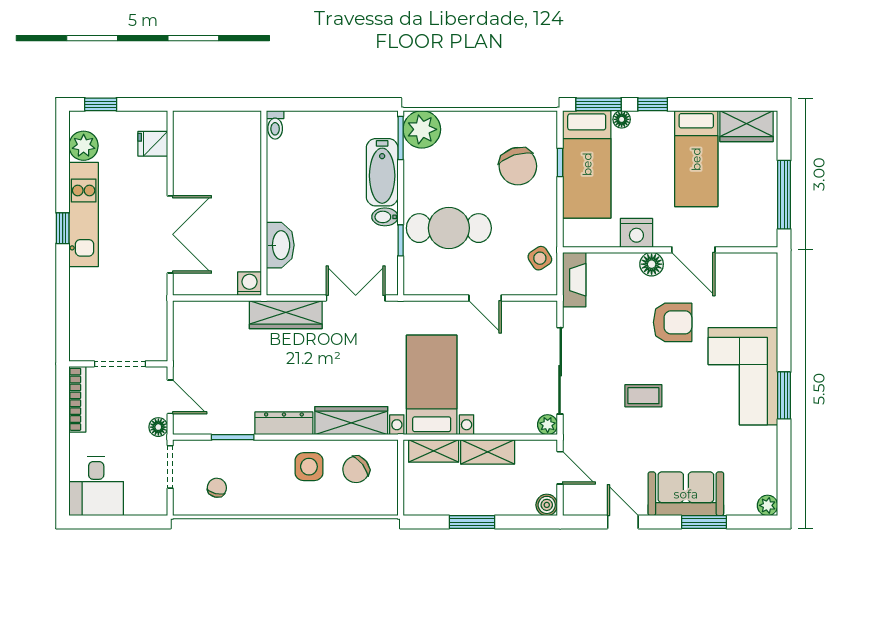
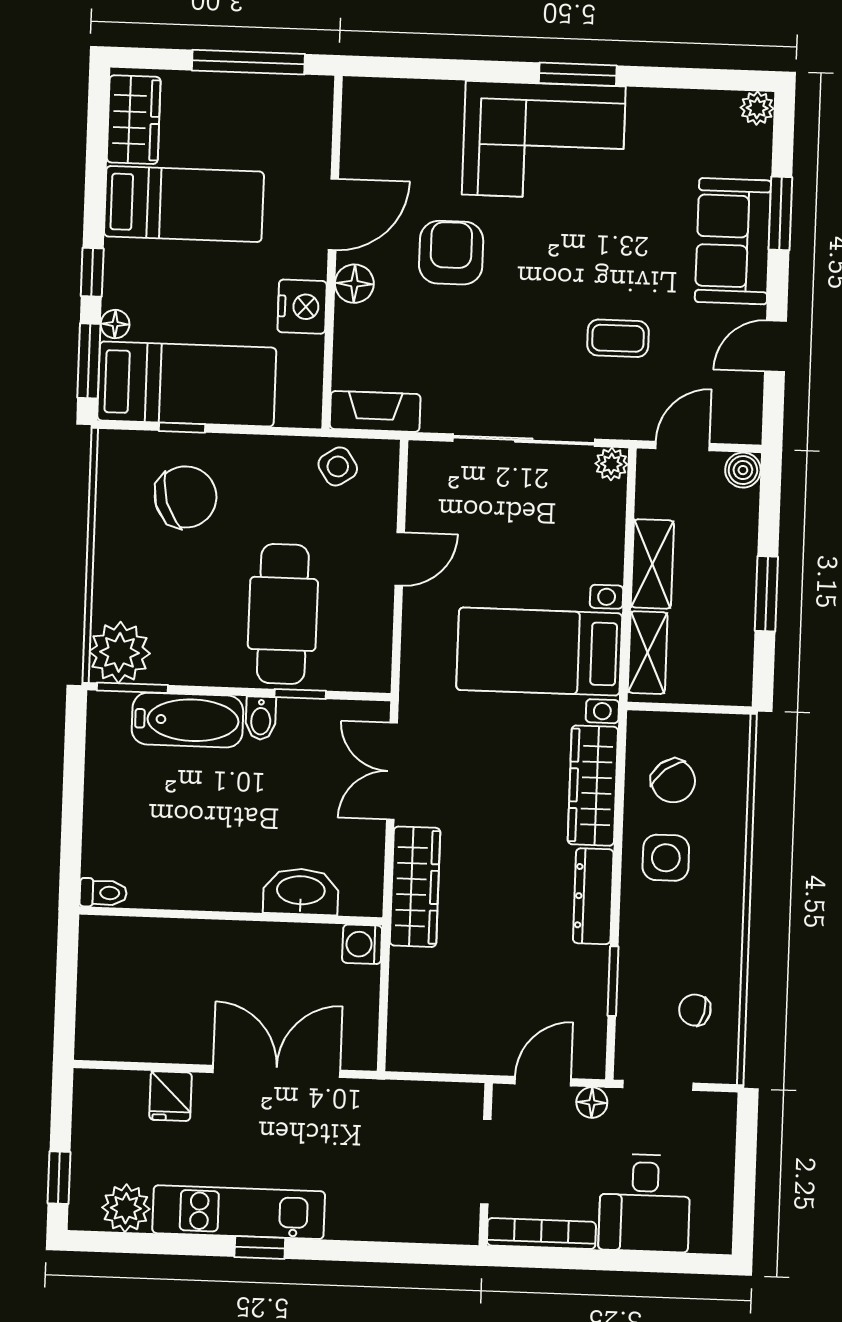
fridge: (153, 144) -> (170, 1096), moved
coffee table: (643, 396) -> (618, 338), moved, turned 90
desk: (96, 486) -> (645, 1203), moved, turned 90

